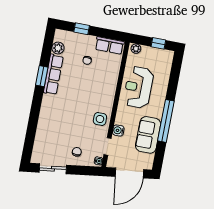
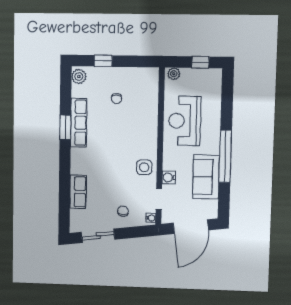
row of seats: (110, 45) -> (78, 192), moved, turned -90
plant: (58, 48) -> (79, 76), moved

